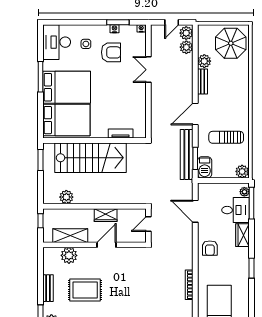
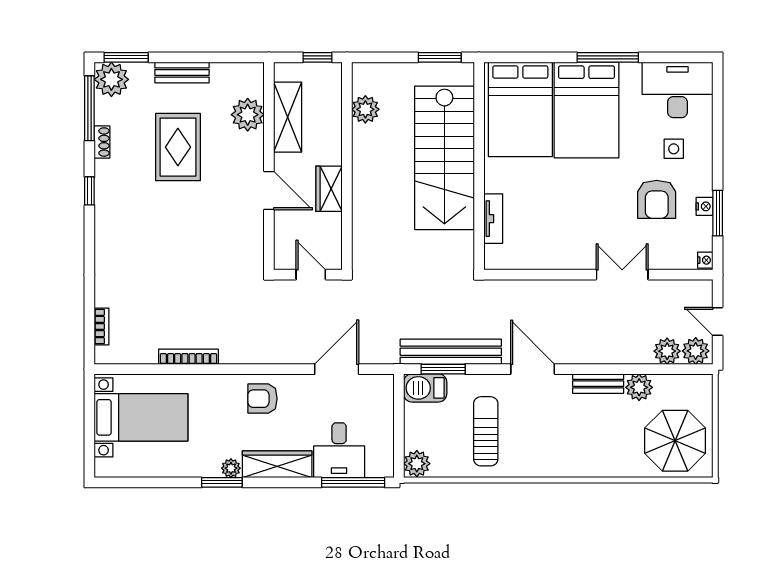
plant: (244, 192) -> (231, 468), moved
wardrobe: (243, 235) -> (277, 464), width x1.50

